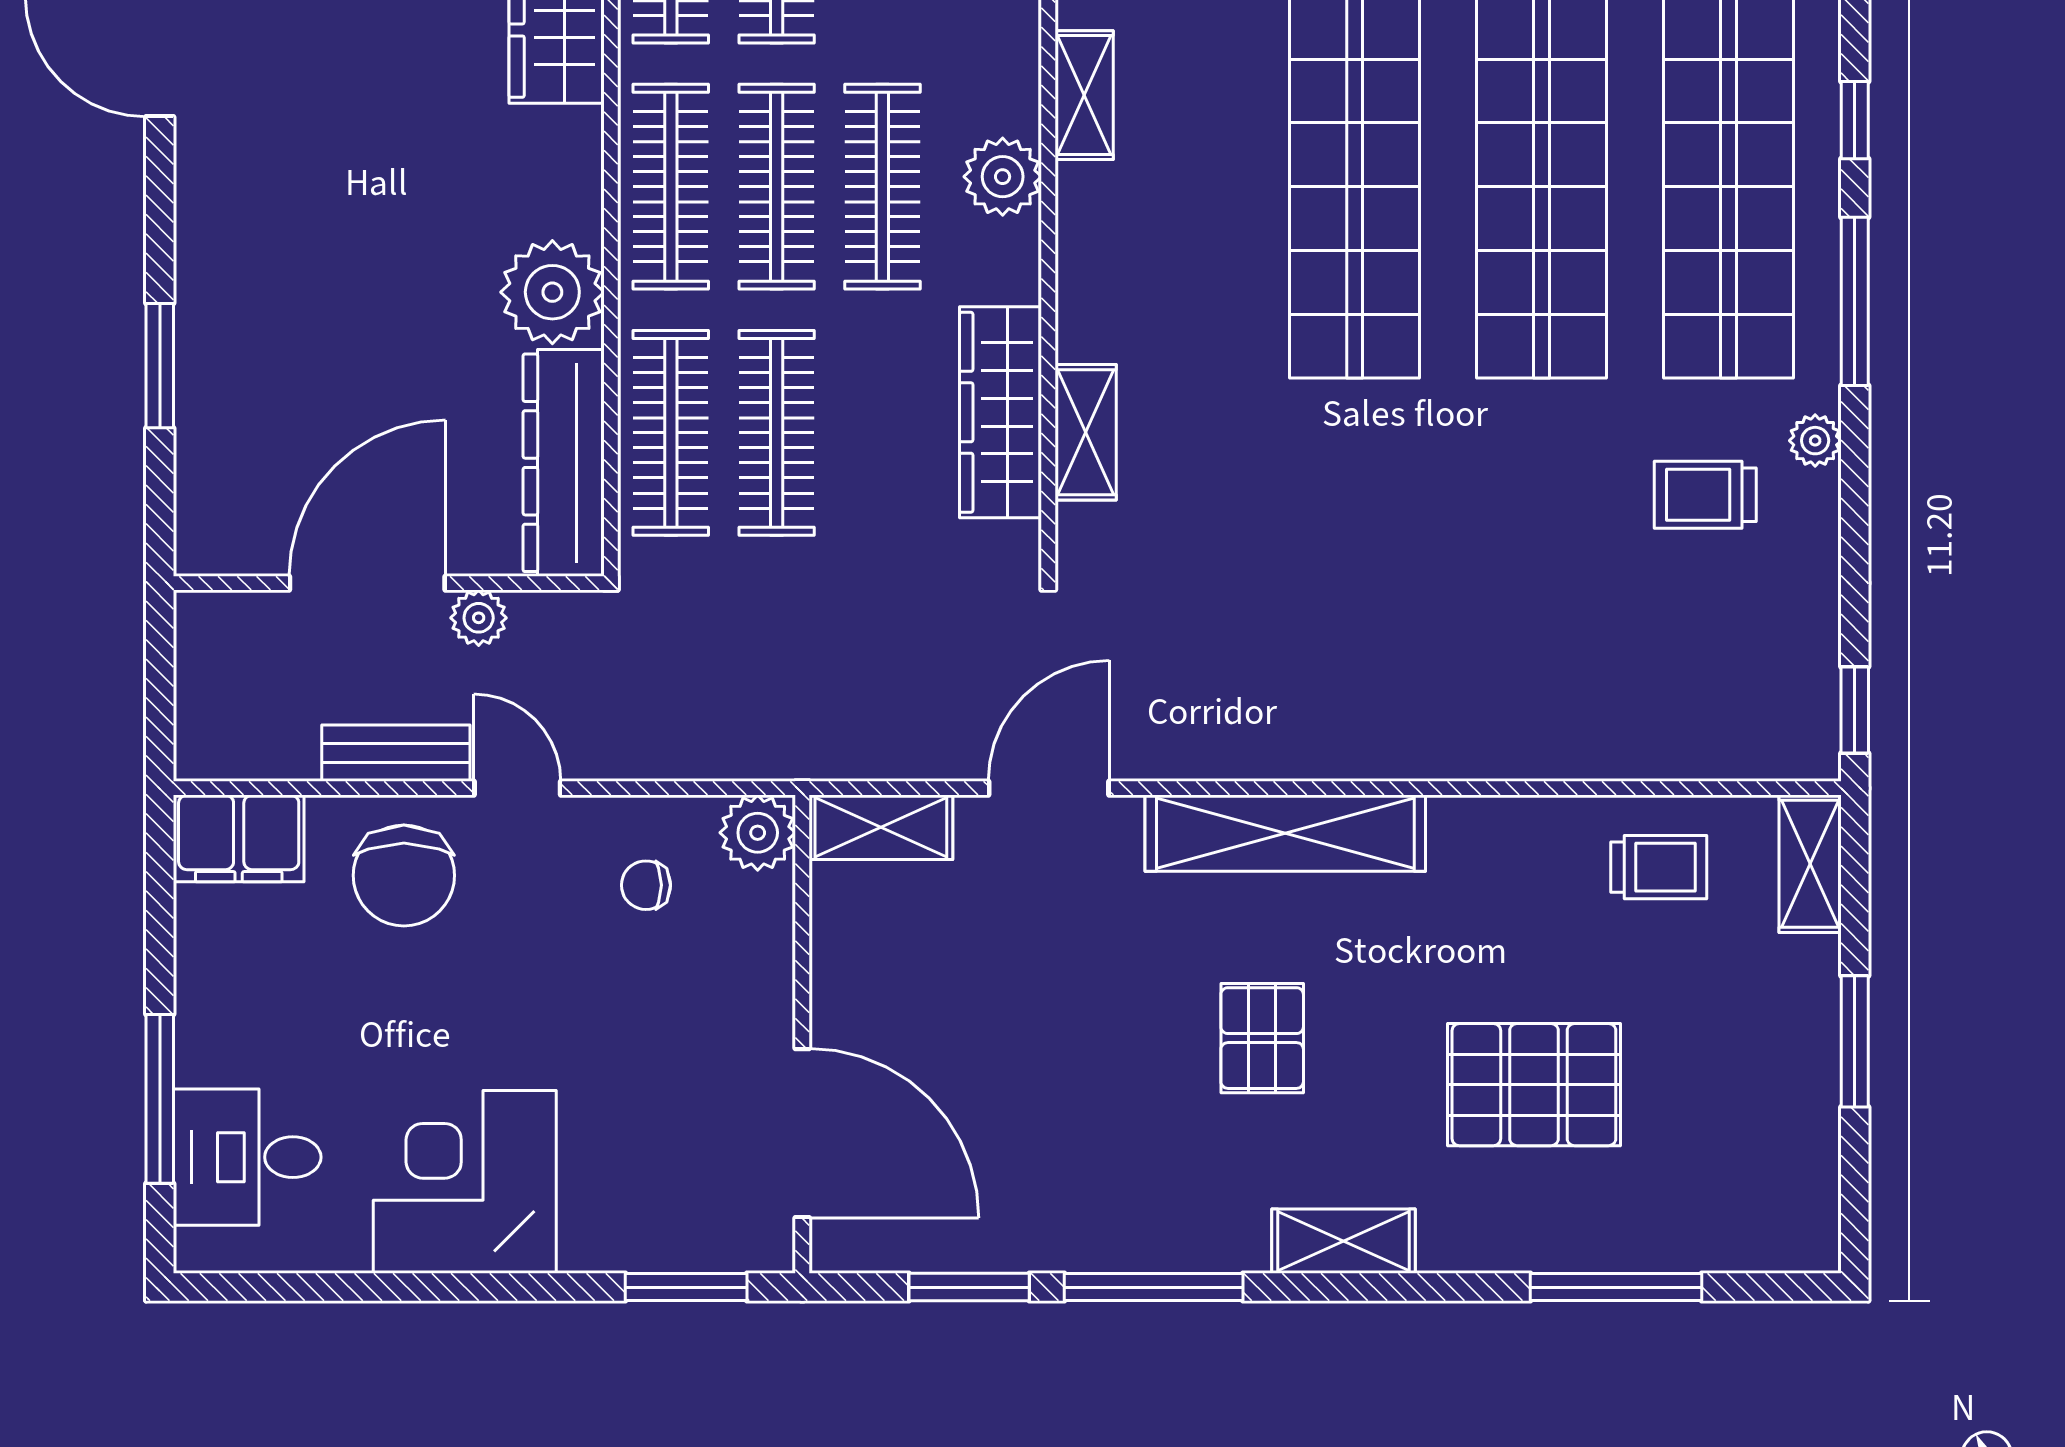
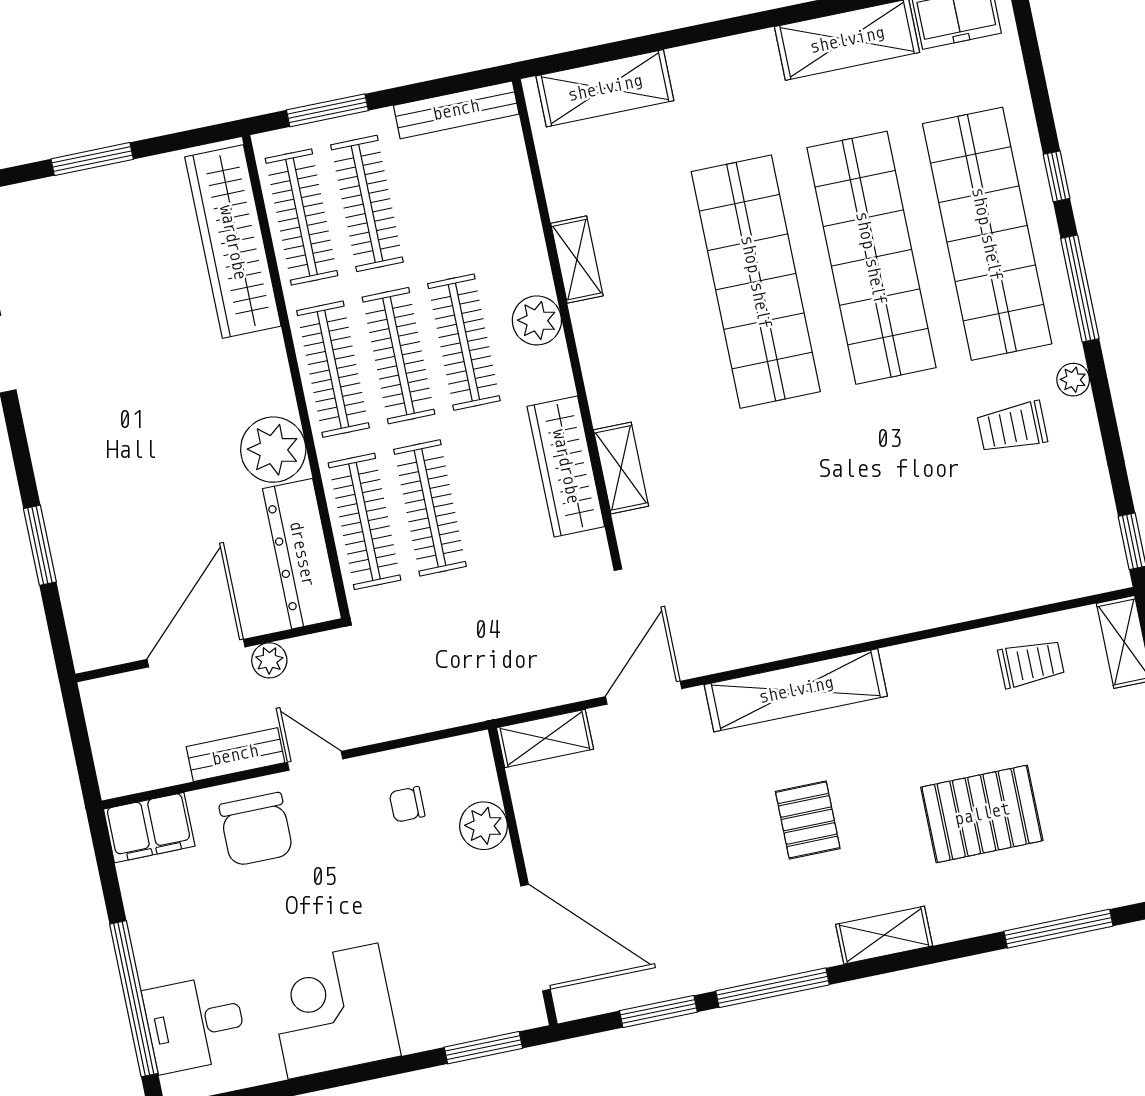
plant: (758, 833) -> (484, 826), moved
window: (160, 1099) -> (134, 999), width x1.46

